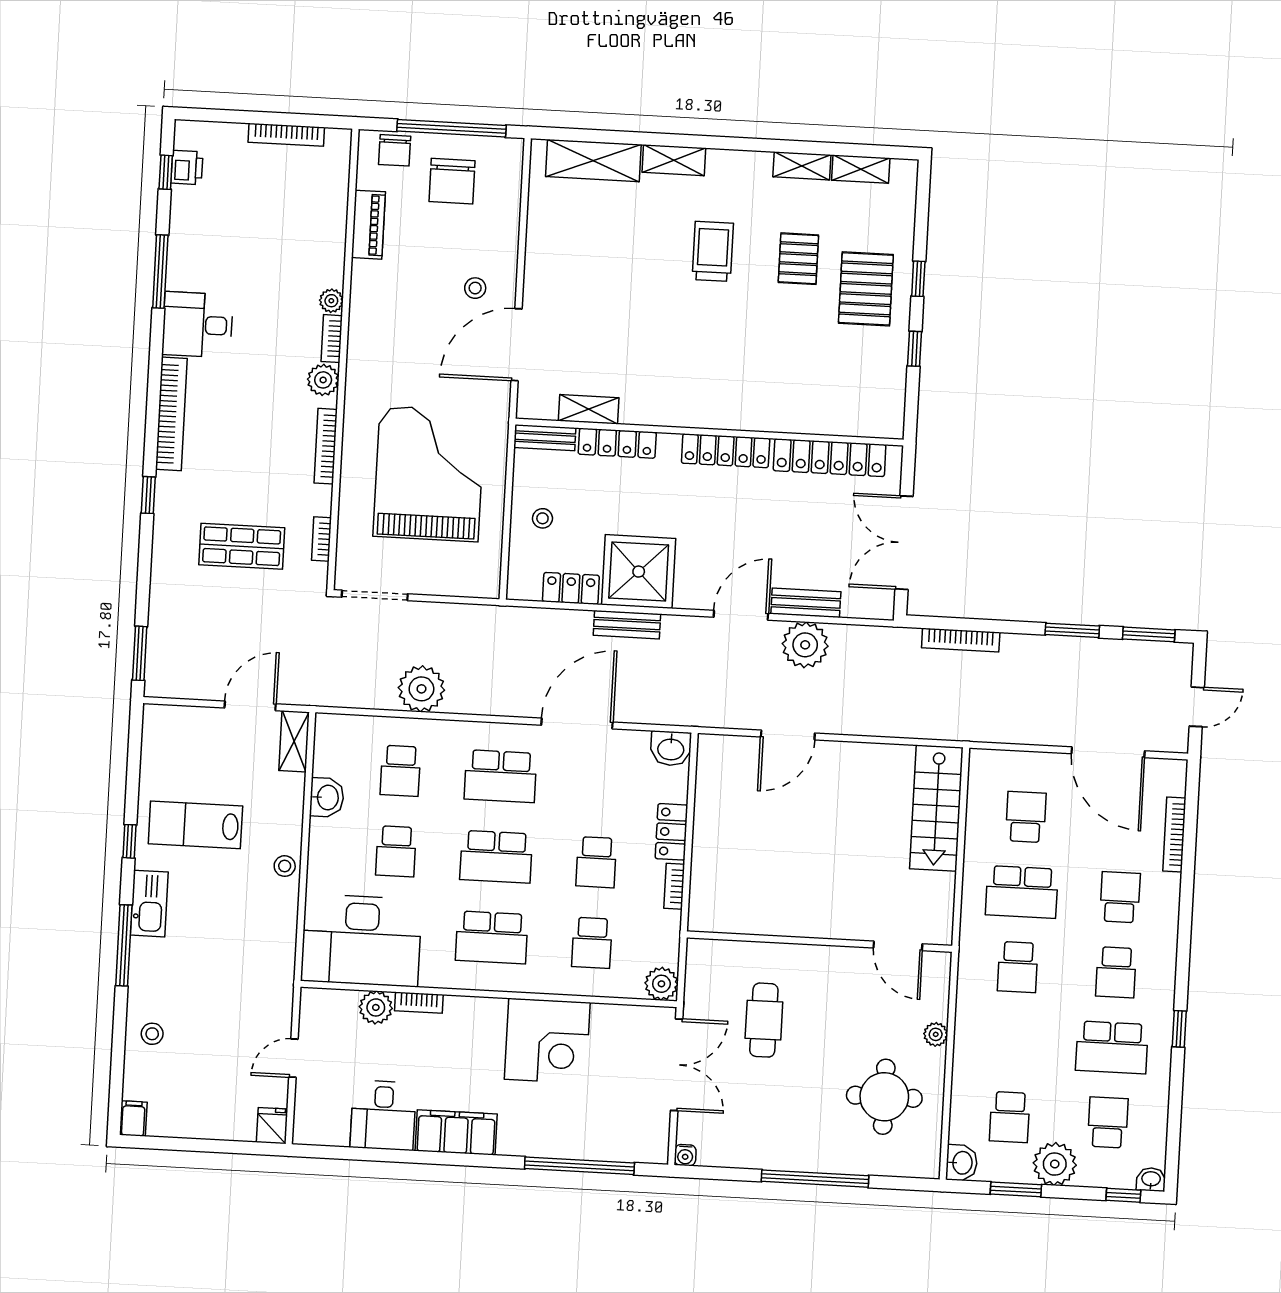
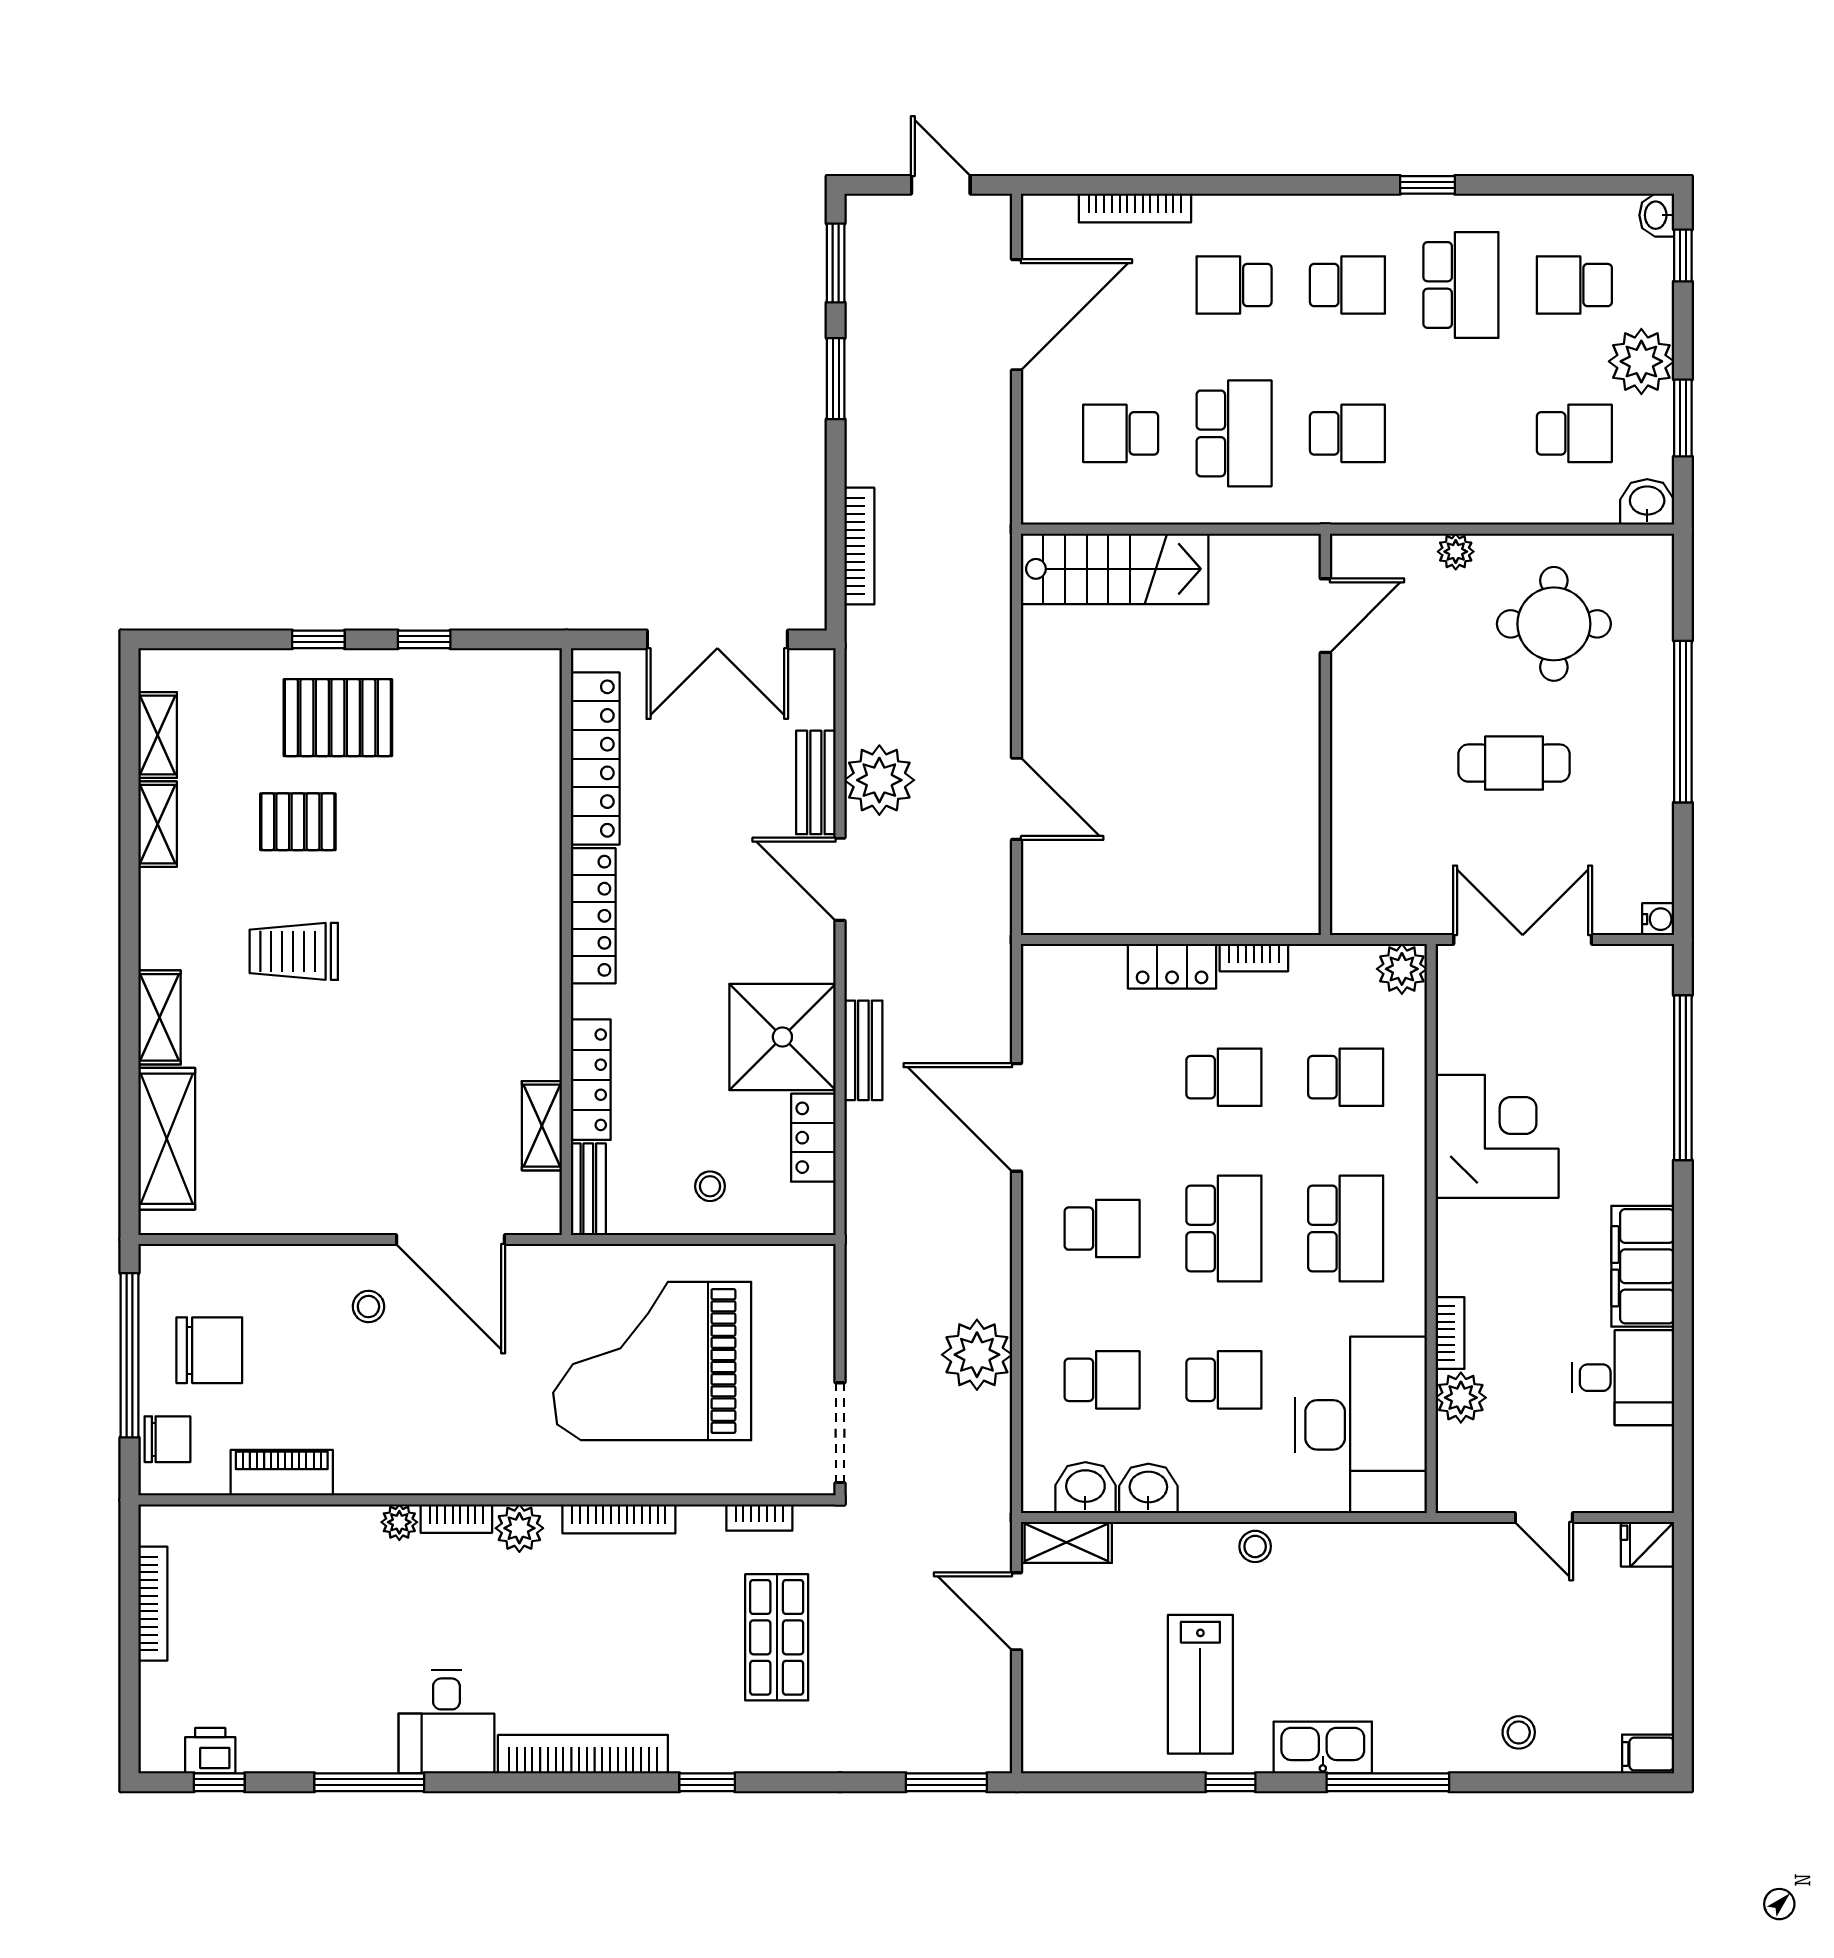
washbasin: (671, 748) -> (1085, 1488), moved, turned -90
school desk: (500, 776) -> (1102, 1229), width x0.54
cafe table: (764, 1020) -> (1514, 763), moved

